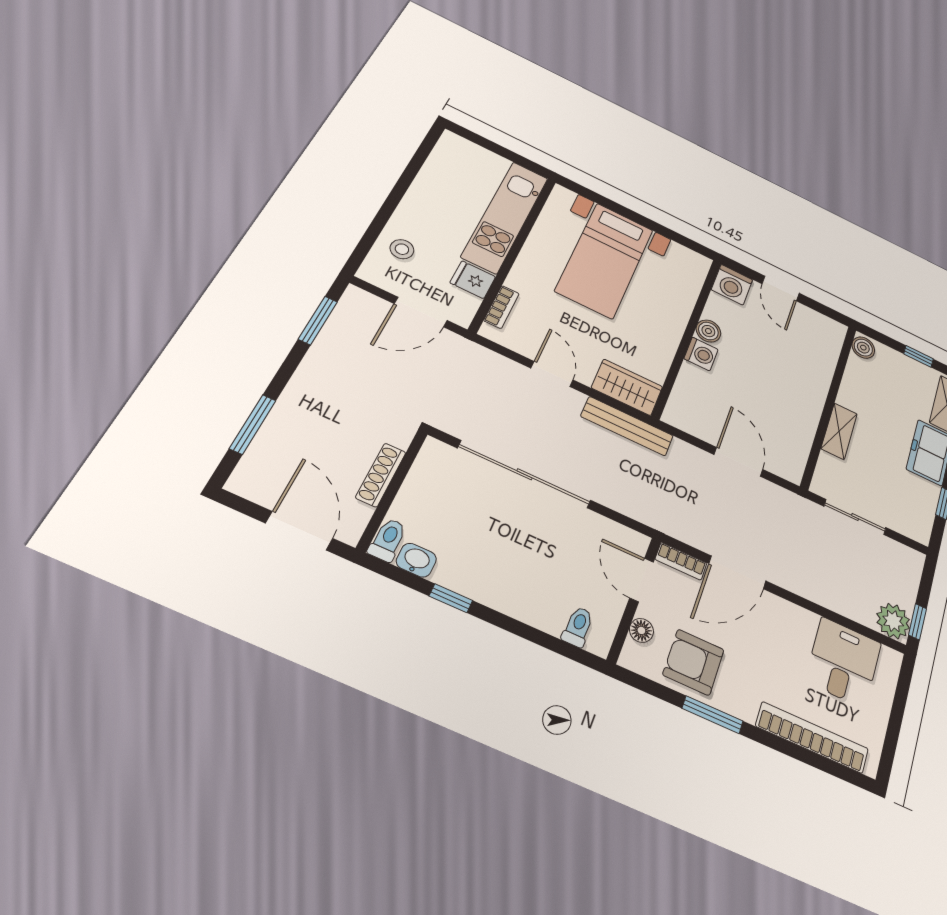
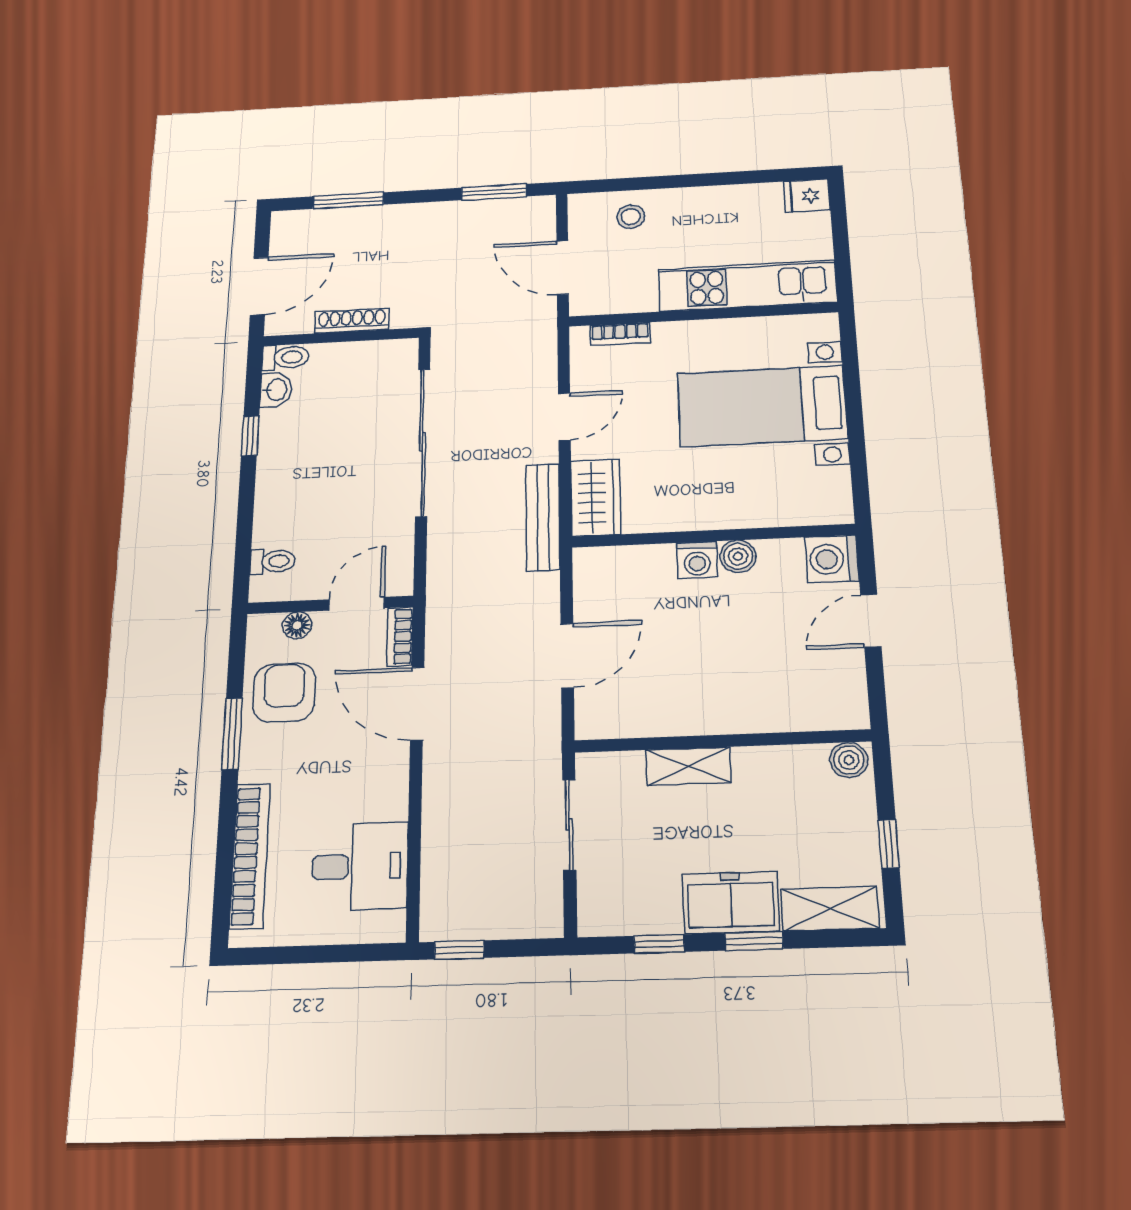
fridge: (473, 280) -> (807, 196), moved, turned -90
plant: (893, 621) -> (445, 916), removed

